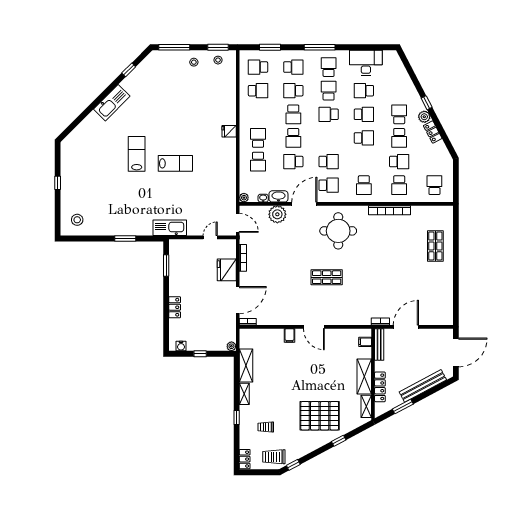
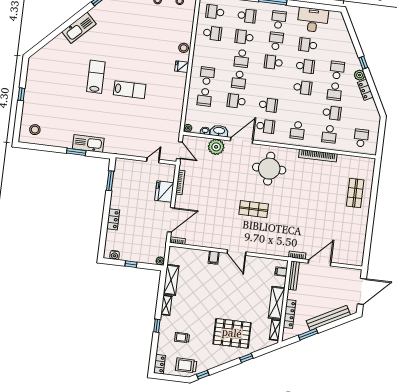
stool: (229, 111) -> (184, 48), added
kitchen sink: (170, 228) -> (88, 143), moved

